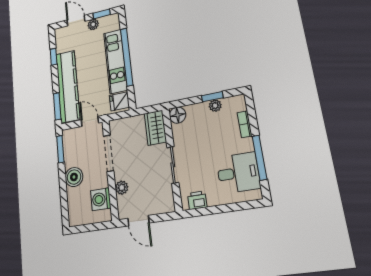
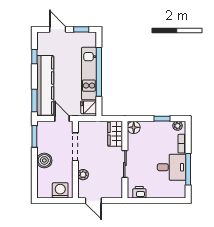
plant: (93, 24) -> (73, 37), removed
plant: (215, 106) -> (178, 126), moved
desk: (238, 173) -> (172, 167), moved
washing machine: (101, 199) -> (60, 190), moved, turned 90

